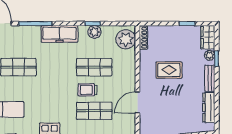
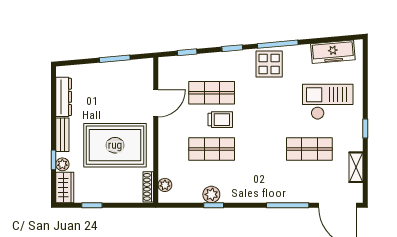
freezer: (59, 34) -> (256, 192), removed
plant: (126, 39) -> (165, 185), width x0.53, depth x0.53
rug: (169, 70) -> (115, 145), width x1.86, depth x2.06

